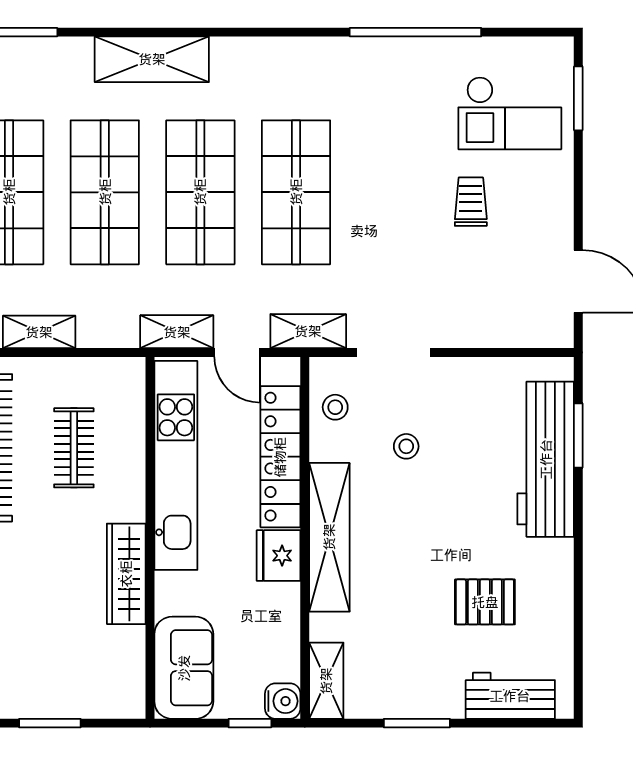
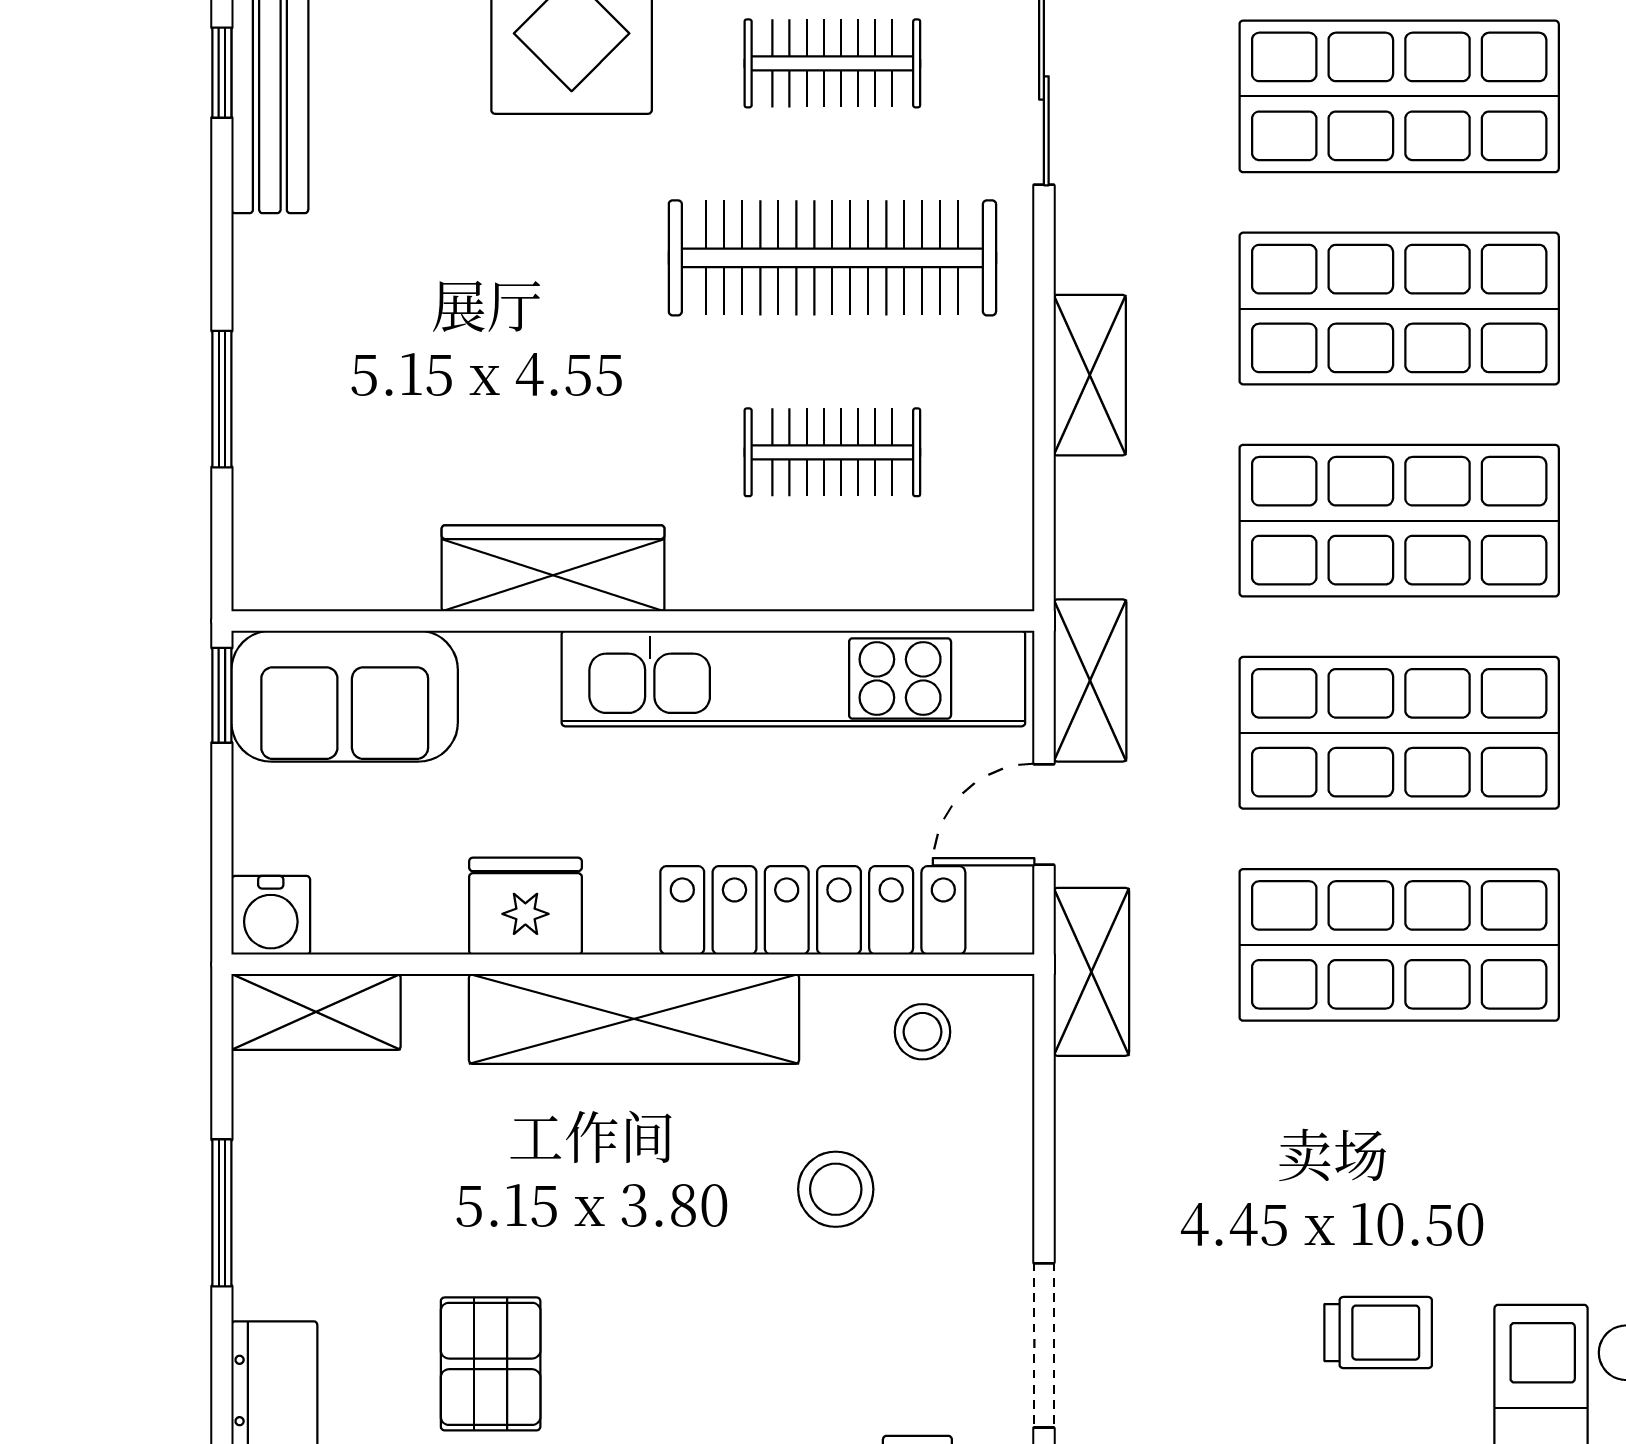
doorway: (393, 352) -> (1044, 1345), moved
stool: (406, 446) -> (836, 1189), width x1.37, depth x1.37
fridge: (279, 556) -> (525, 906), moved
window: (250, 723) -> (222, 695), moved

